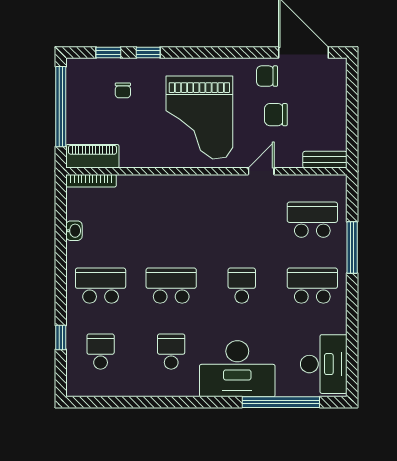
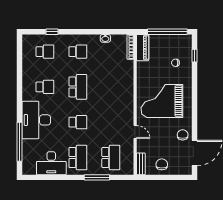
window: (148, 53) -> (194, 75), removed
chair: (276, 115) -> (162, 164), moved
school desk: (101, 286) -> (78, 52), width x0.54
desk: (324, 364) -> (51, 163), moved

